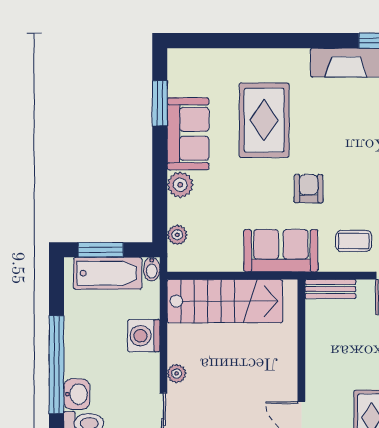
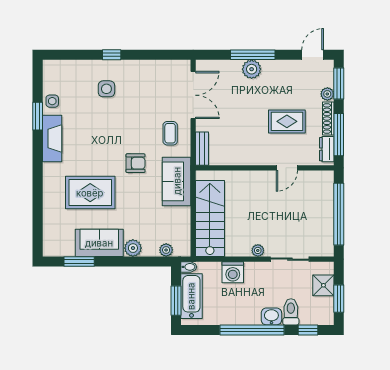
armchair: (309, 189) -> (136, 163), turned 180

